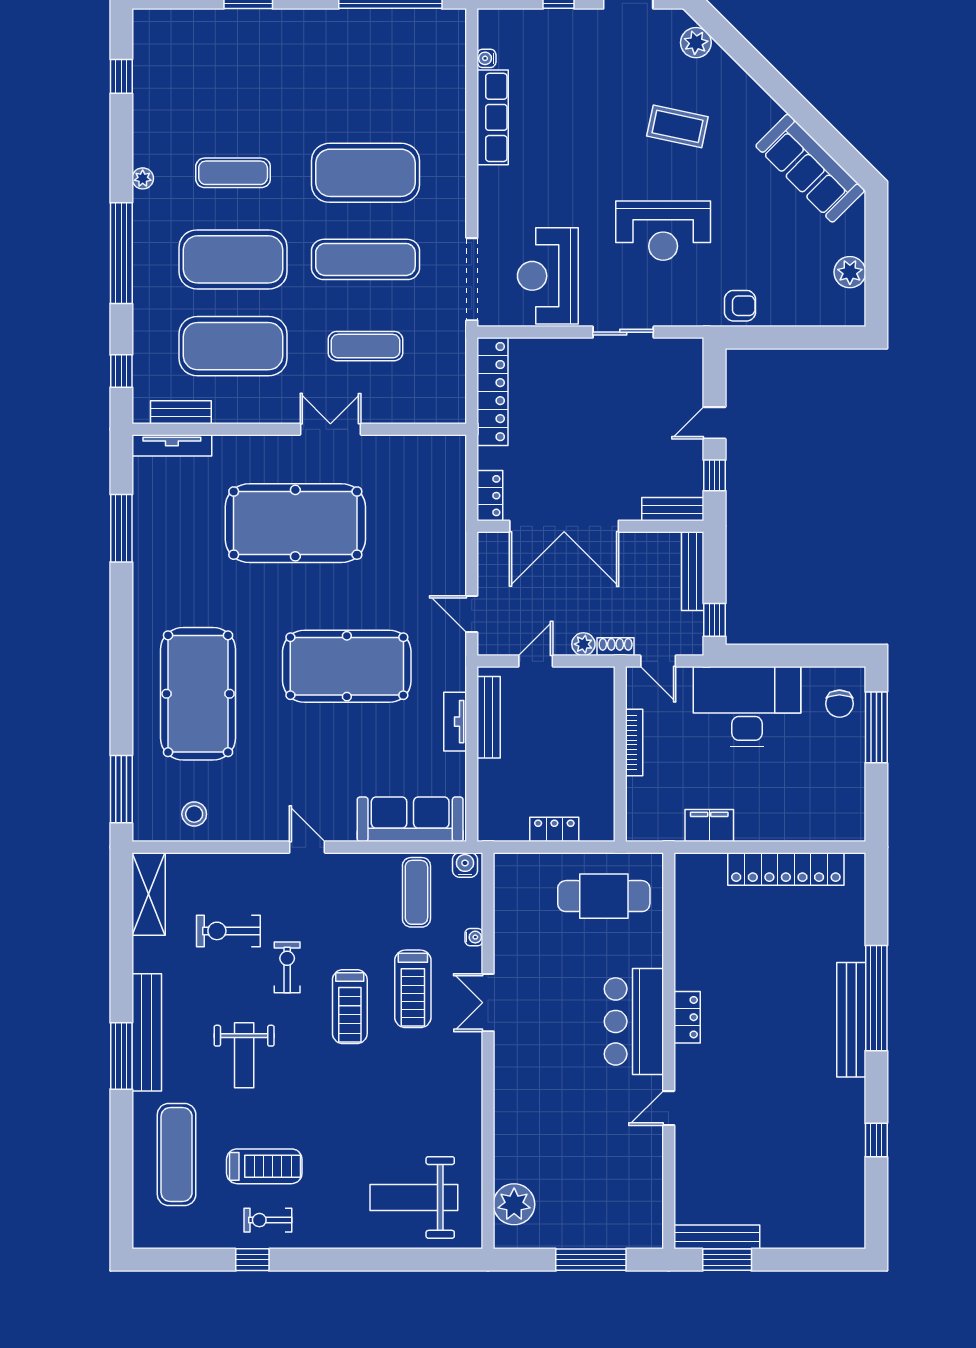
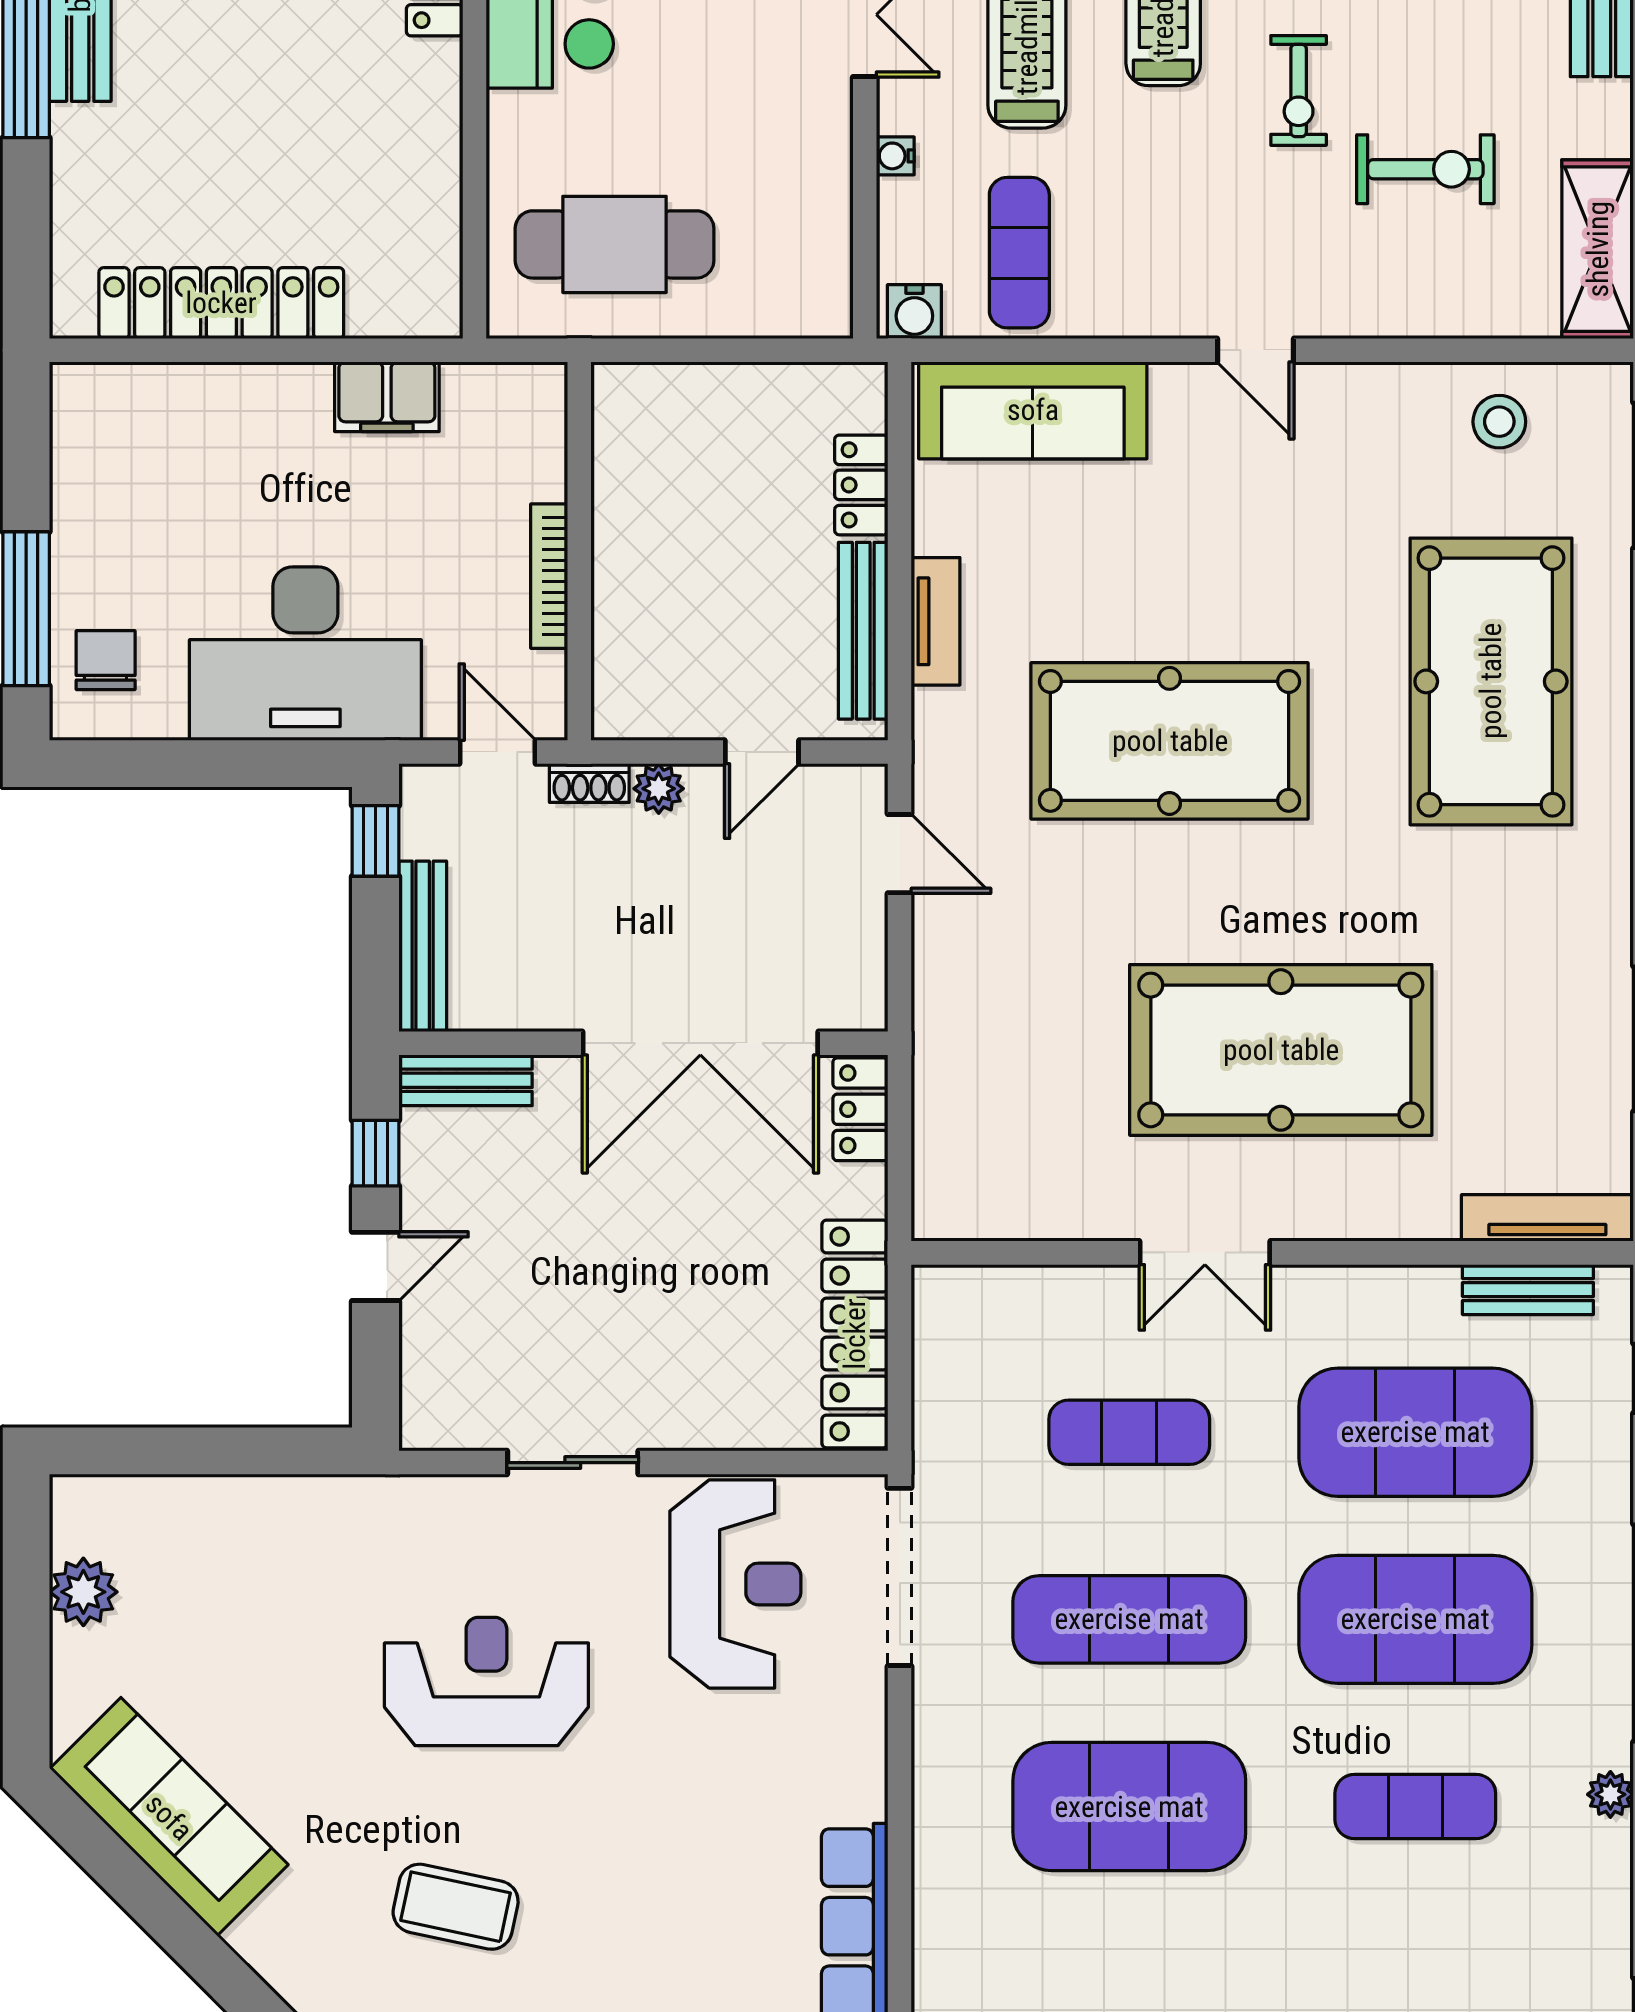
armchair: (740, 306) -> (320, 1519), removed
double door: (564, 526) -> (700, 1043), swing flipped
locker: (554, 829) -> (861, 485), moved, turned 90

